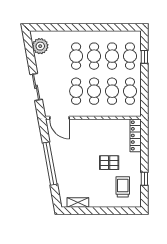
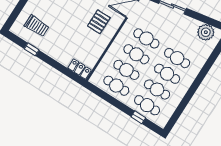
locker: (136, 135) -> (79, 69), width x0.66
pallet: (109, 163) -> (99, 22), moved

